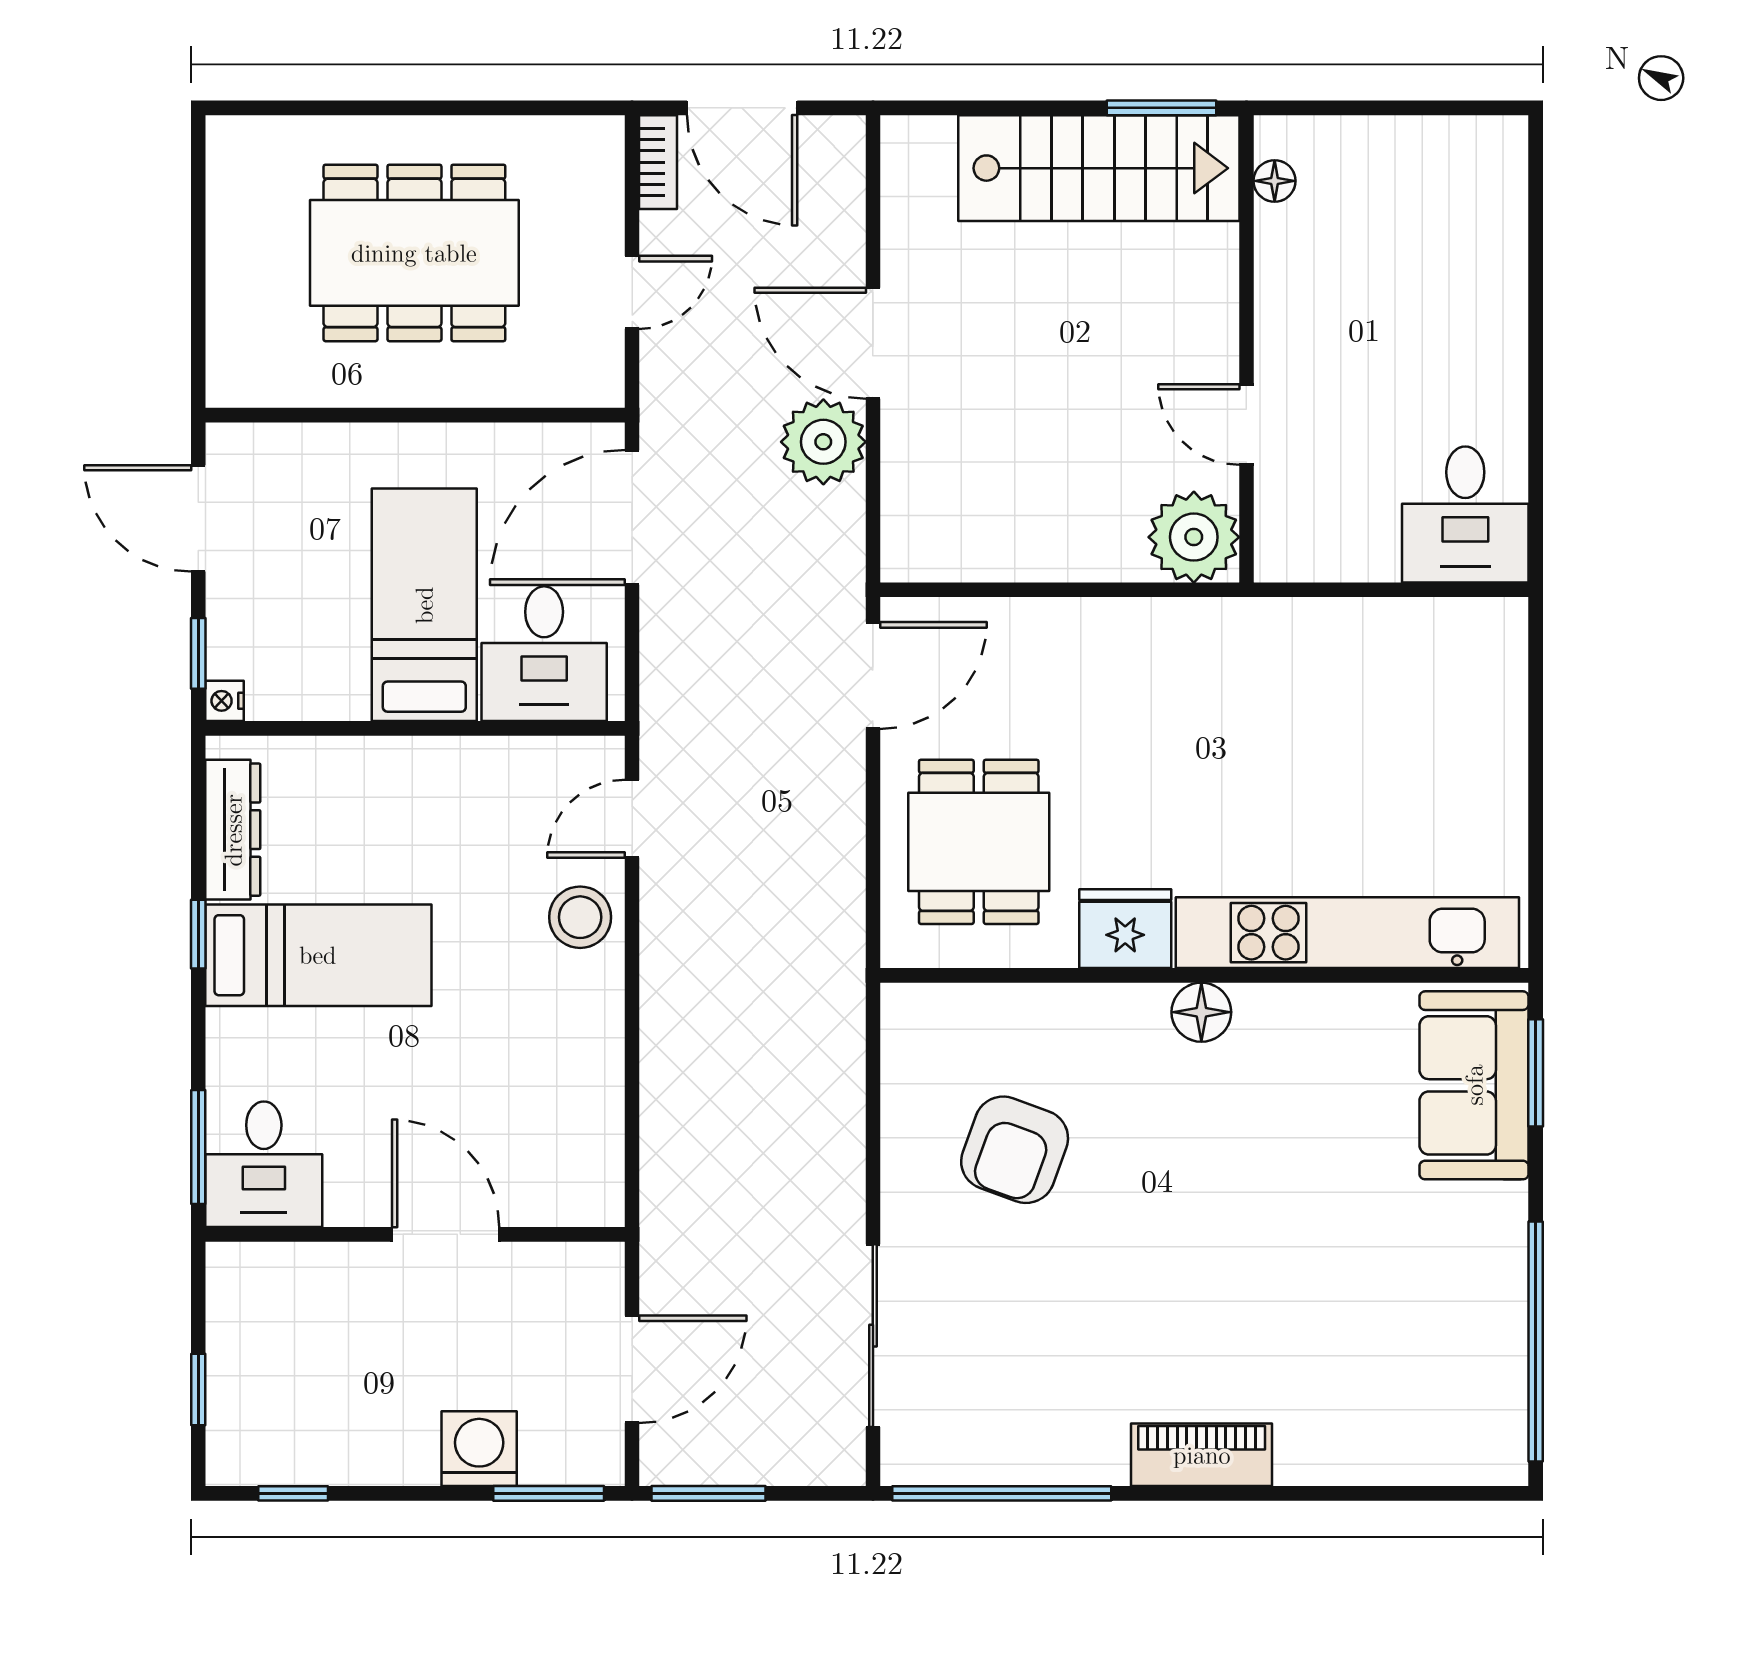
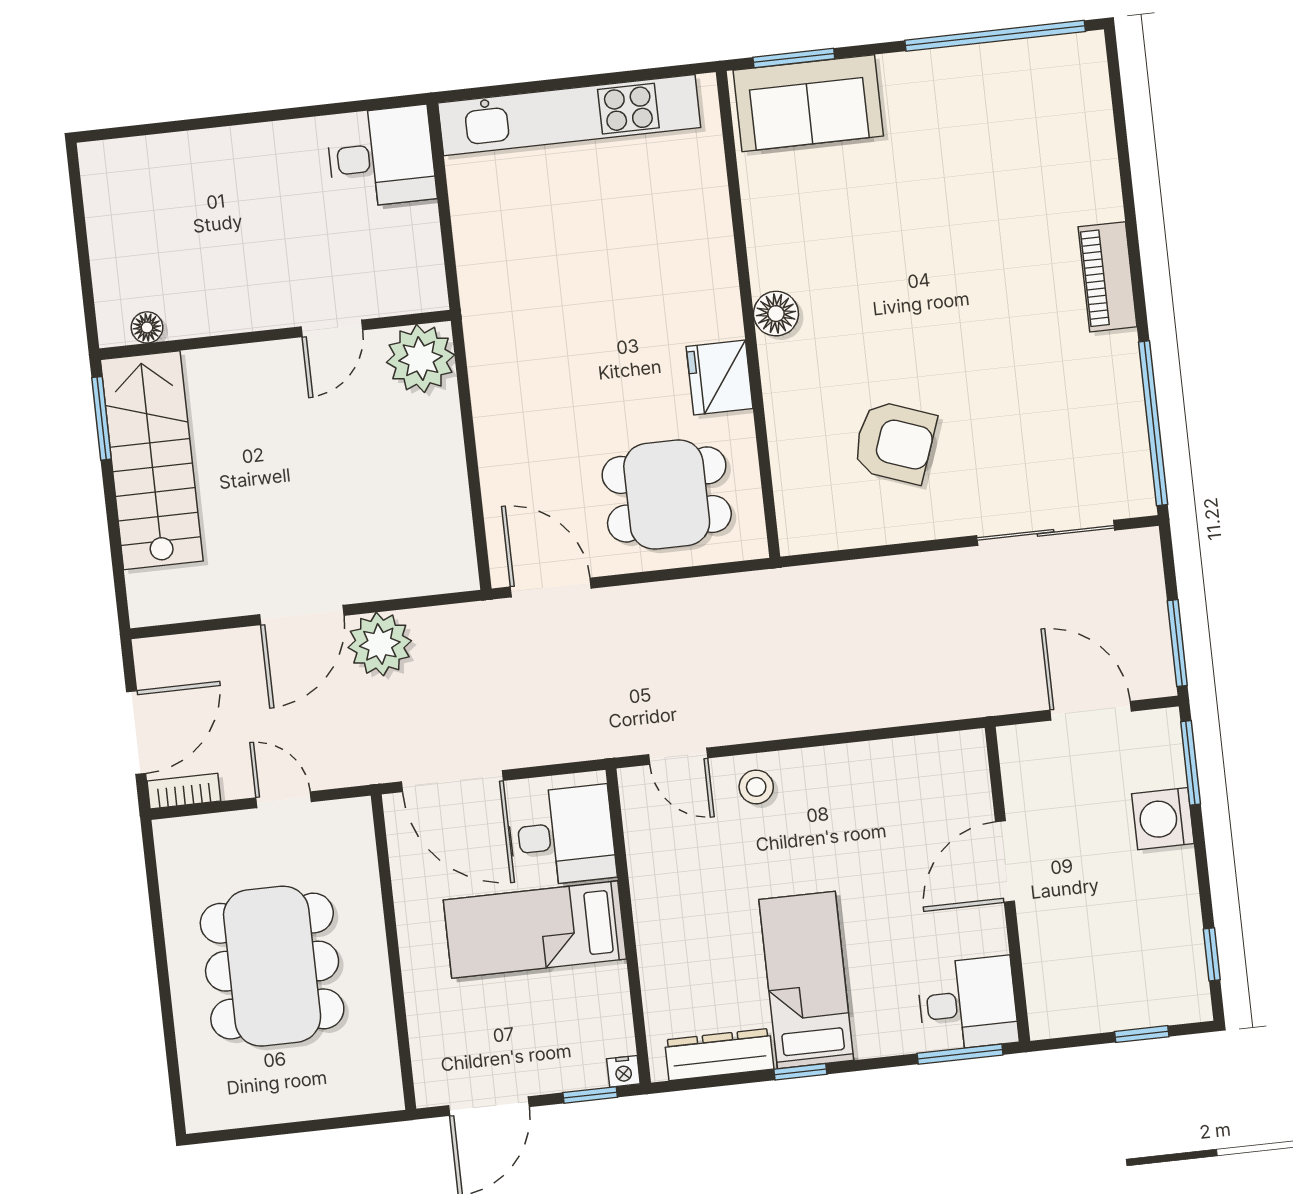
stool: (580, 917) -> (756, 787), width x0.73, depth x0.73
kitchen unit: (1347, 933) -> (569, 115), moved, turned -90

